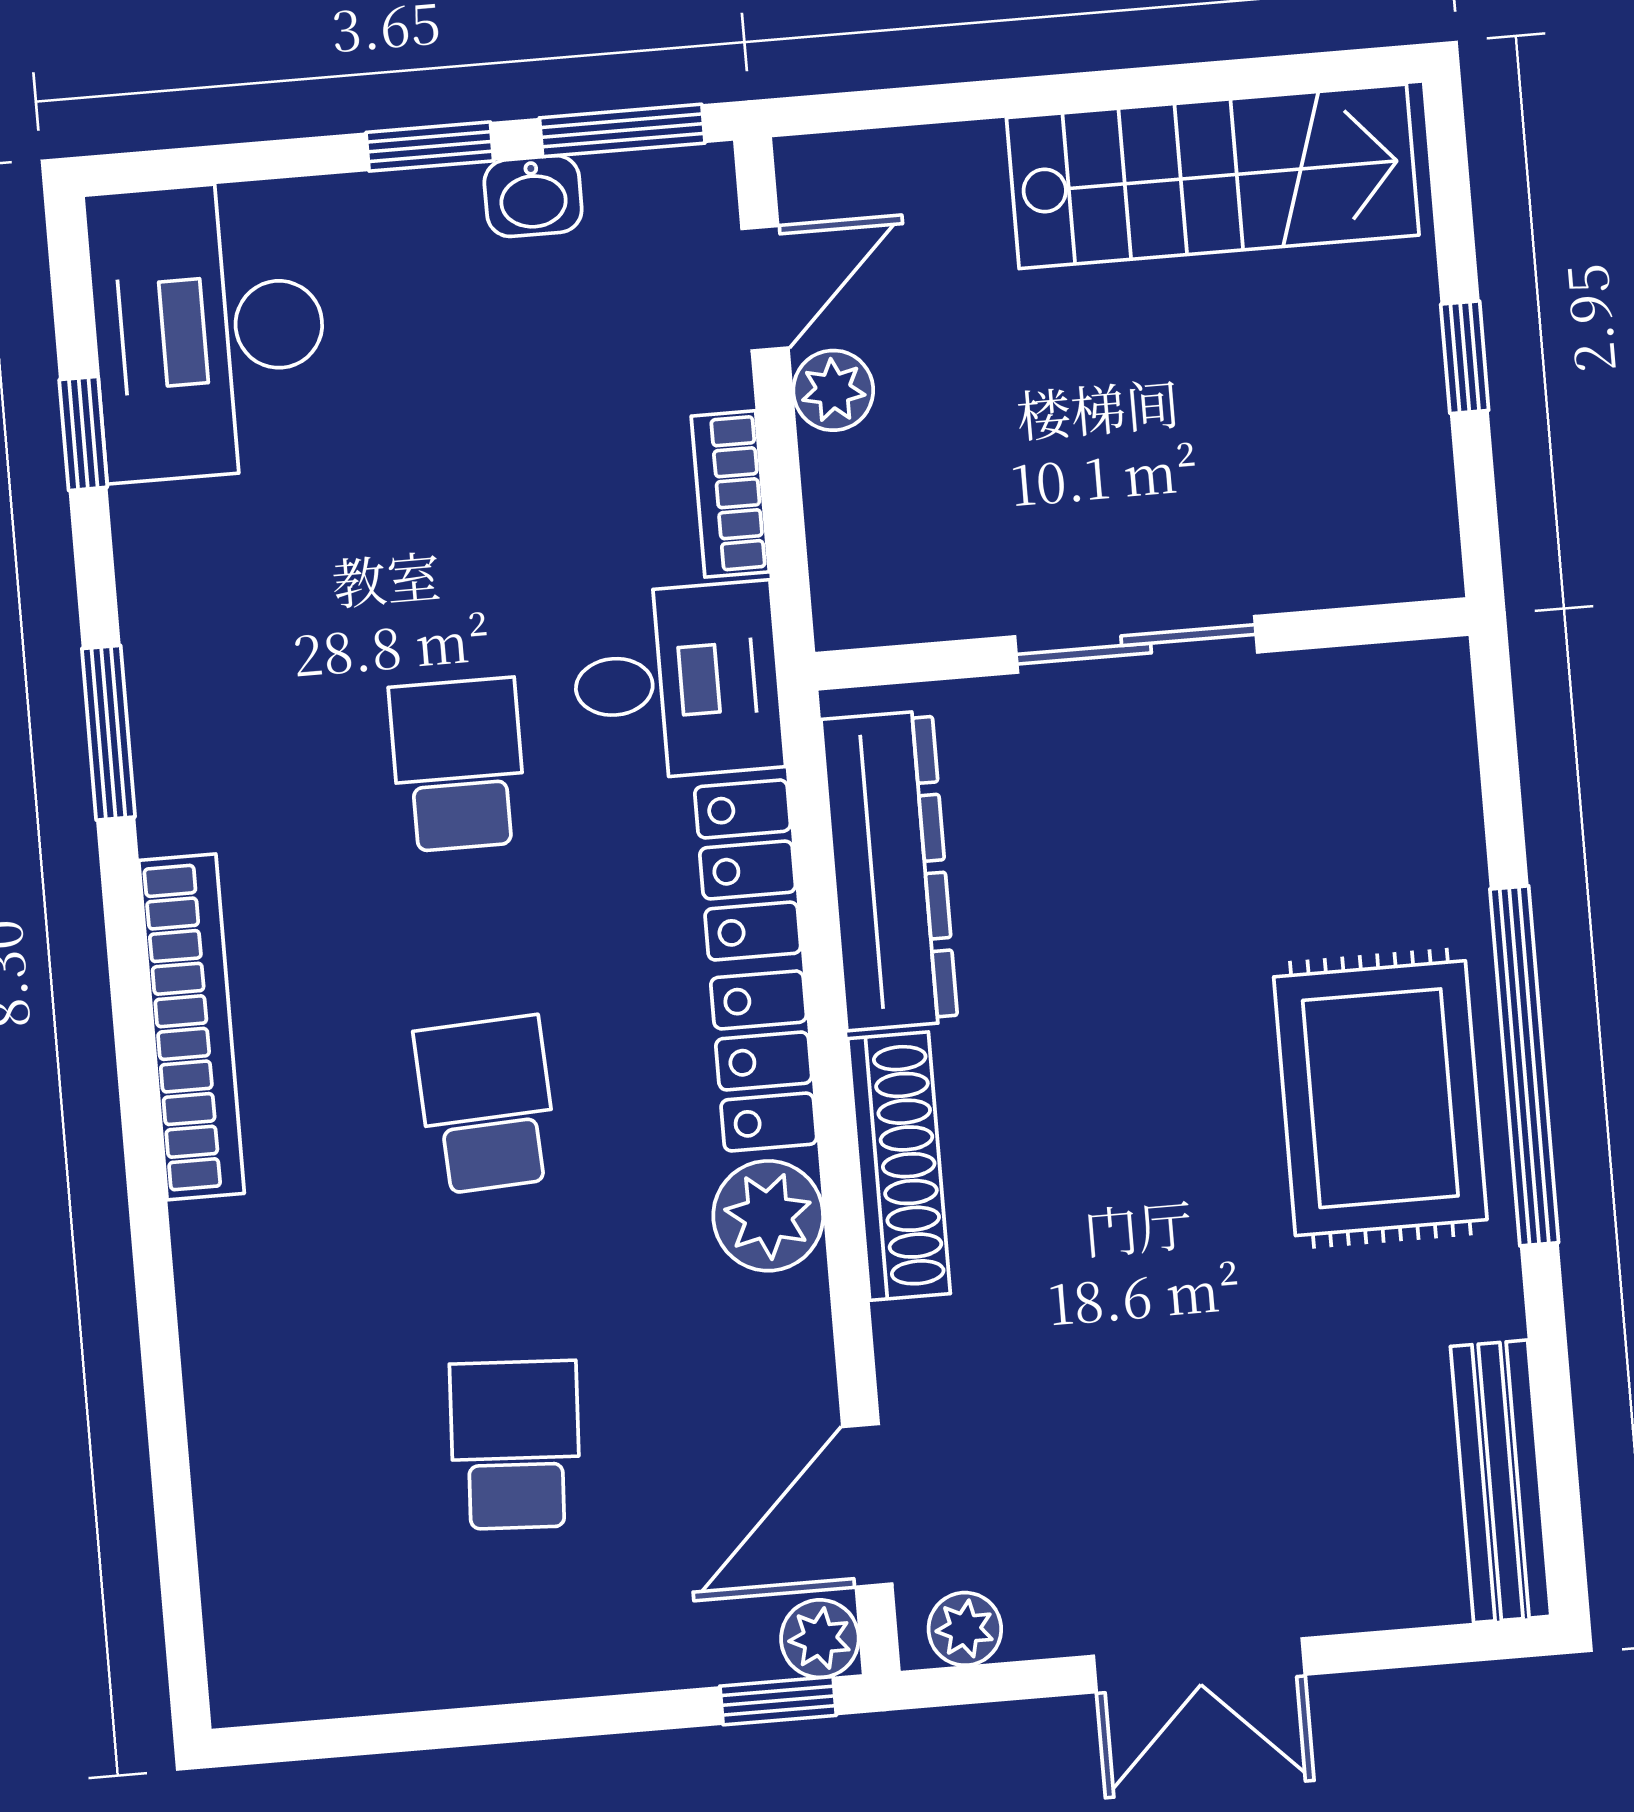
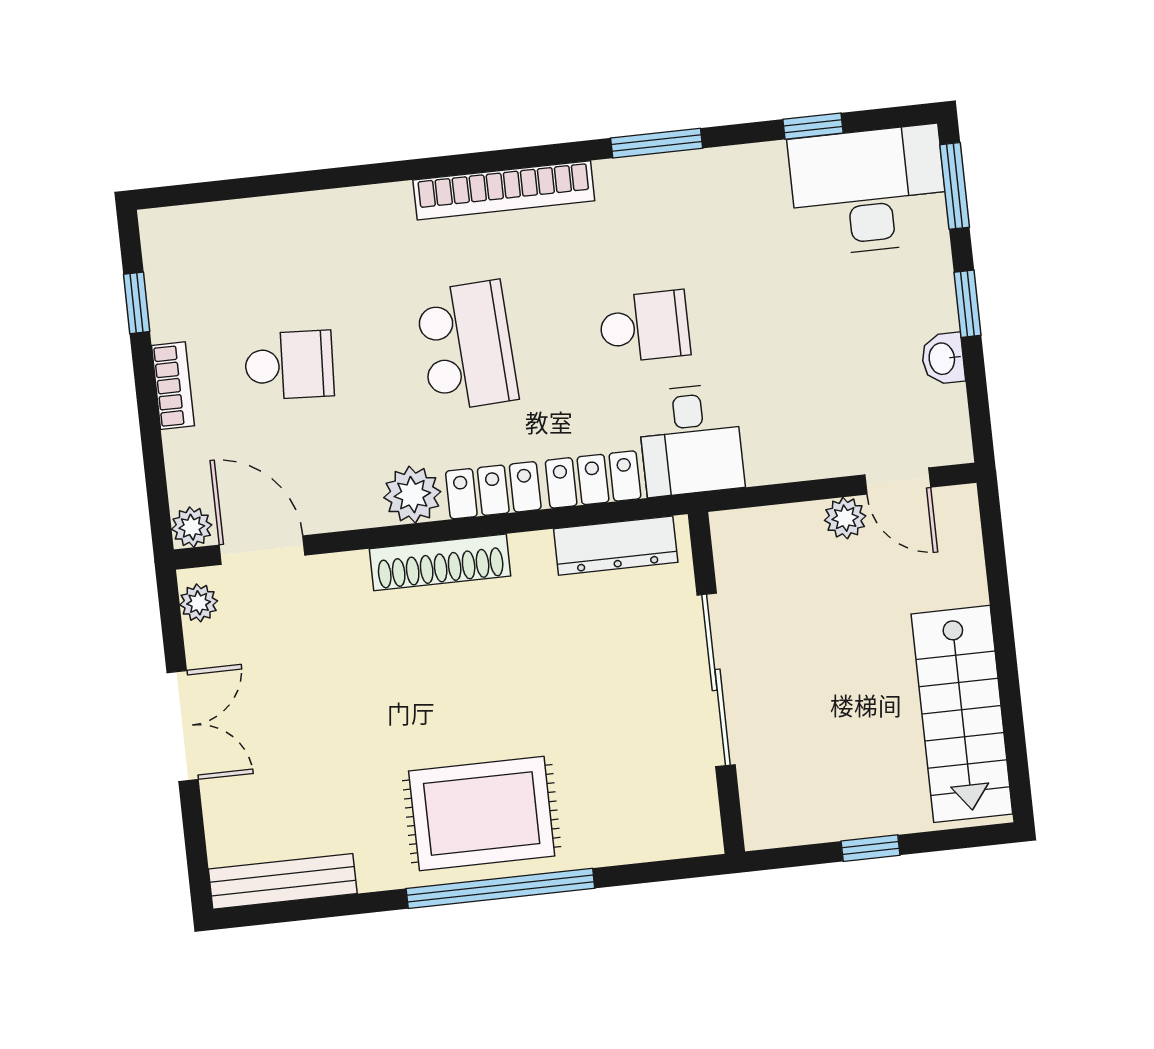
window: (622, 130) -> (955, 186), moved
bookcase: (730, 494) -> (173, 386), moved, turned 90
sliding door: (1136, 644) -> (716, 680), width x1.37
dresser: (889, 870) -> (616, 546), width x0.73, depth x0.80
school desk: (487, 1105) -> (467, 346), width x1.85
double door: (1199, 1665) -> (183, 726), swing flipped
window: (778, 1701) -> (137, 303), moved

